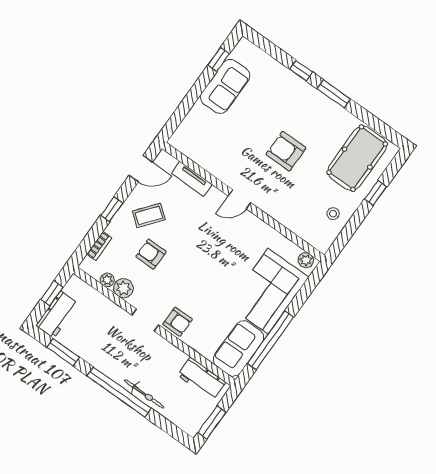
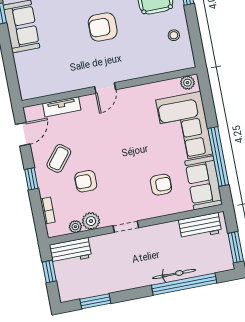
workbench: (57, 315) -> (70, 251), moved, turned 90
armchair: (178, 322) -> (161, 185), moved
window: (119, 392) -> (184, 284), moved

